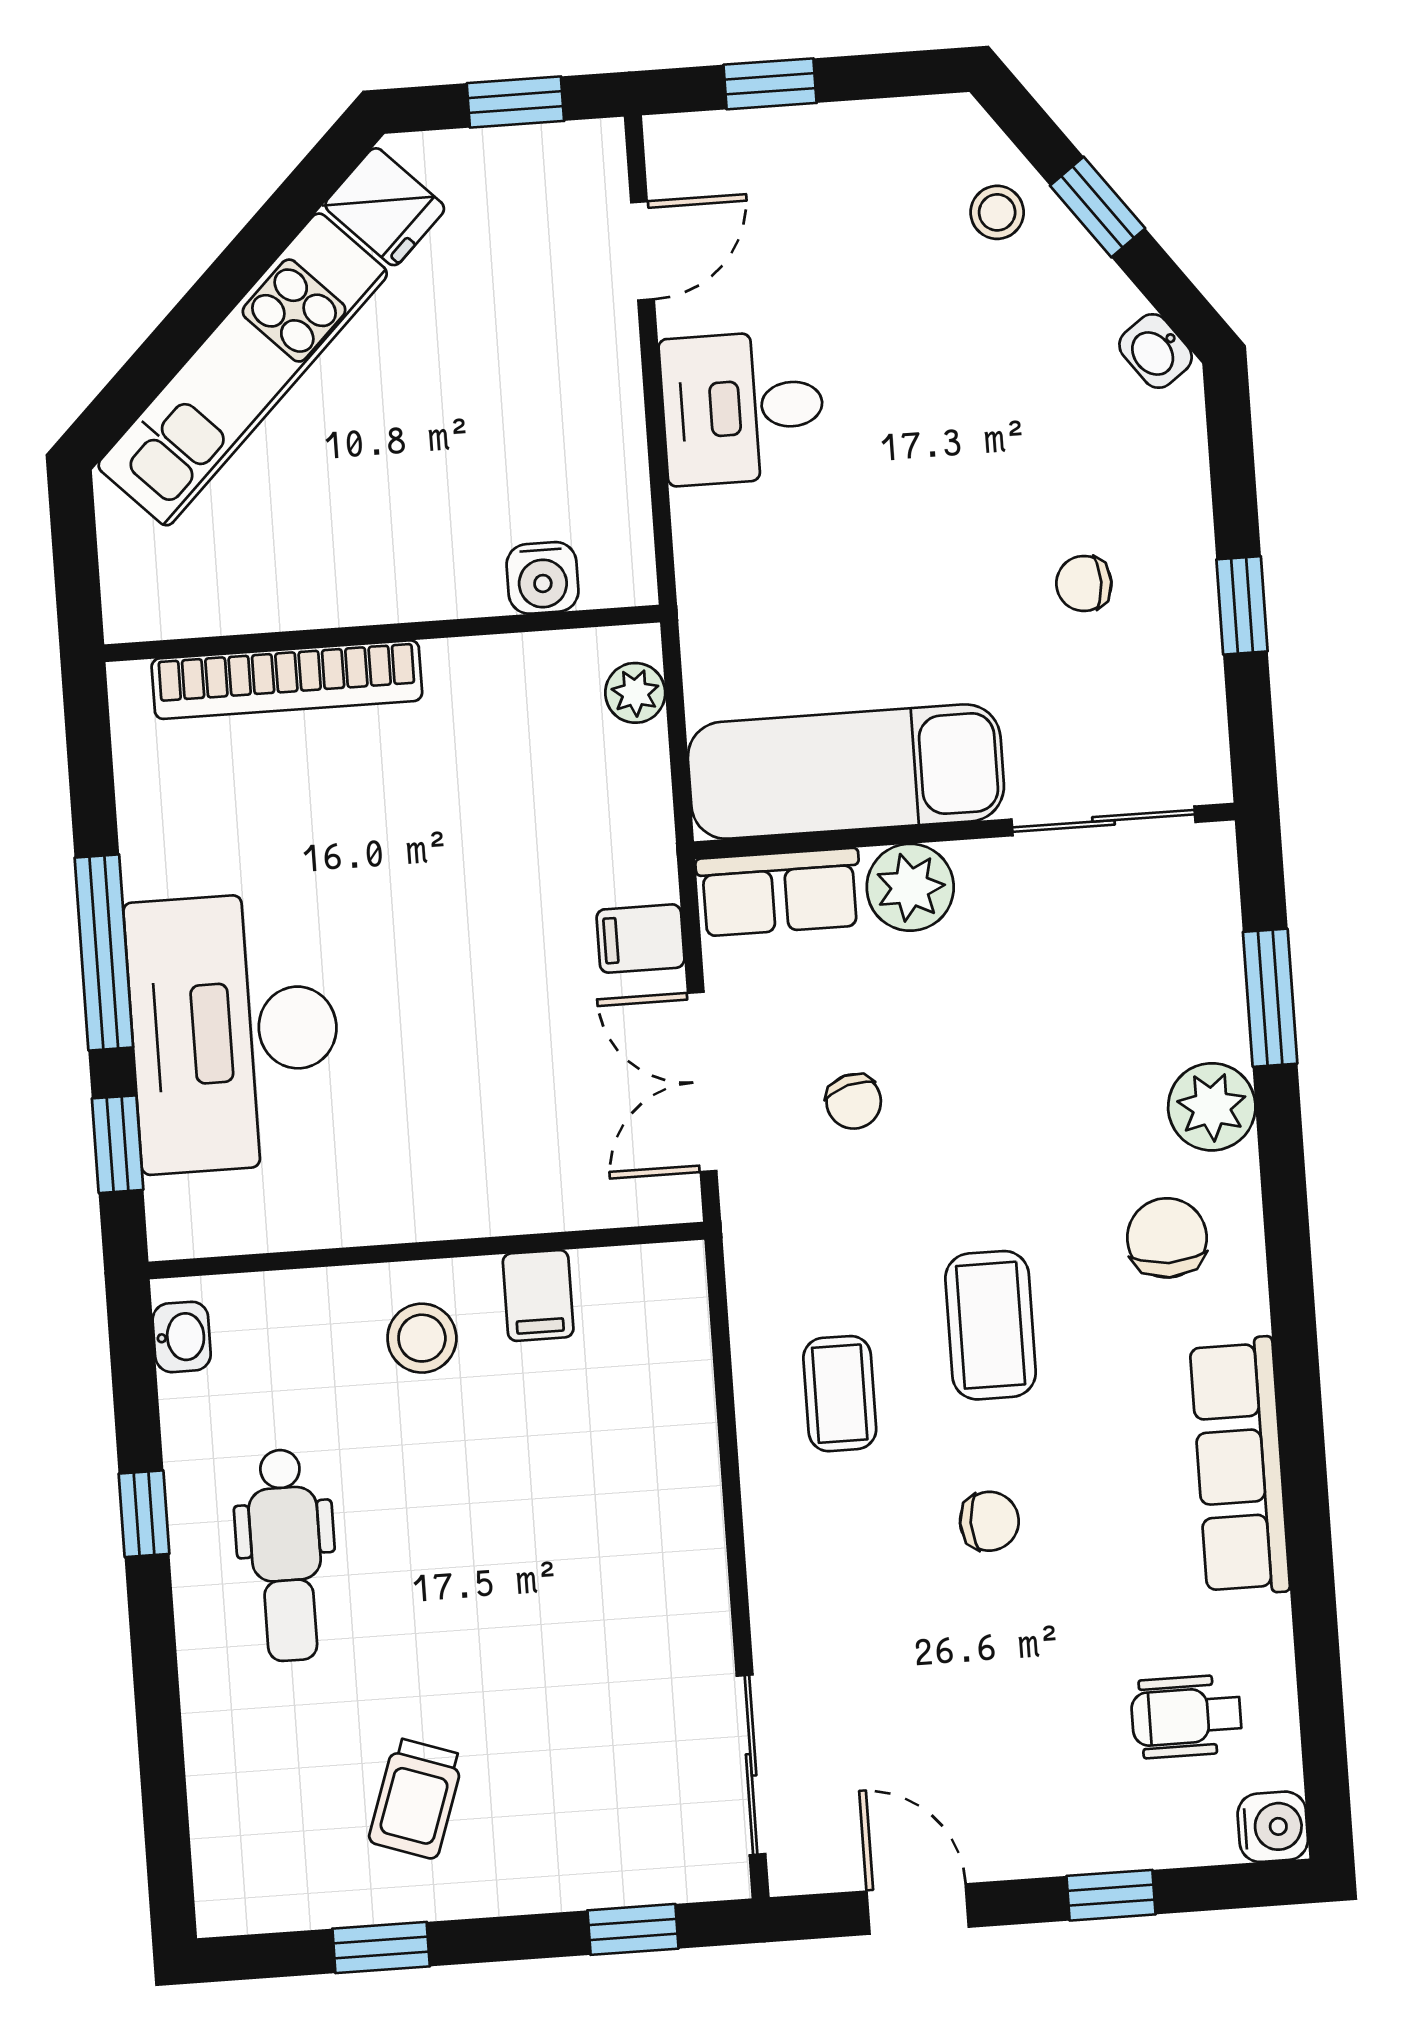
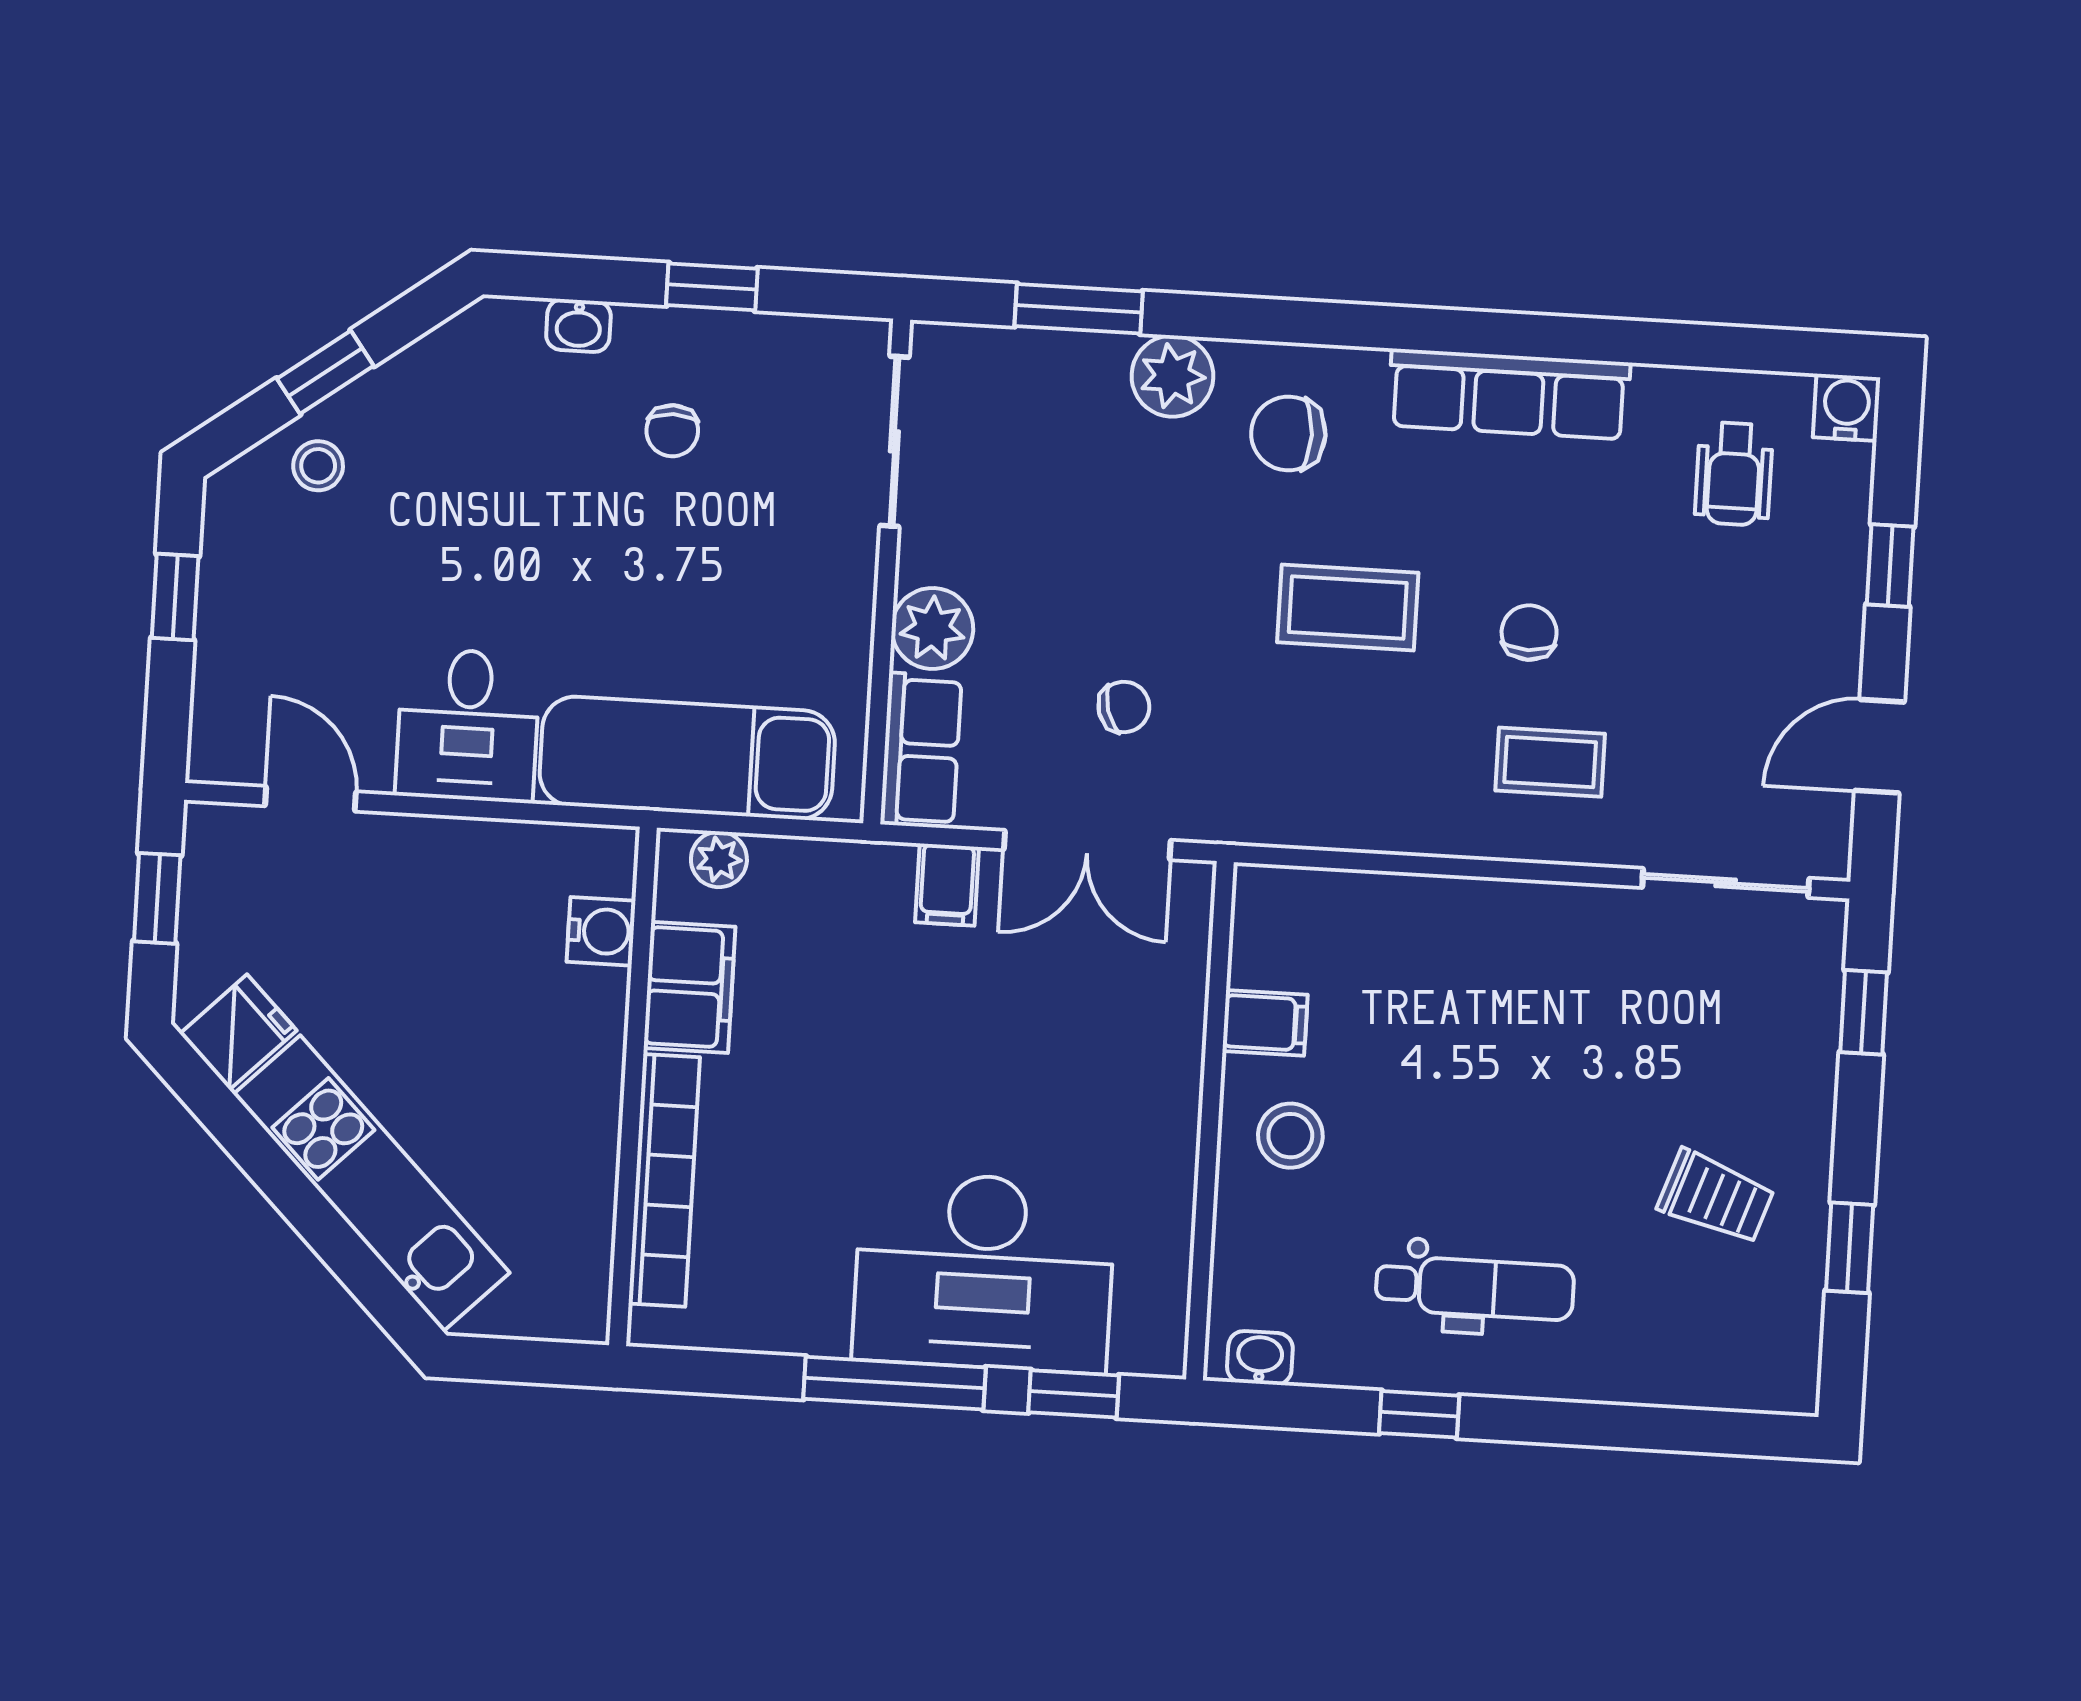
window: (770, 84) -> (175, 597), moved
washbasin: (1156, 351) -> (578, 326), moved, turned 37
filing cabinet: (495, 680) -> (690, 987), added
exam couch: (846, 772) -> (687, 758), moved, turned 90
coffee table: (840, 1394) -> (1550, 762), moved

